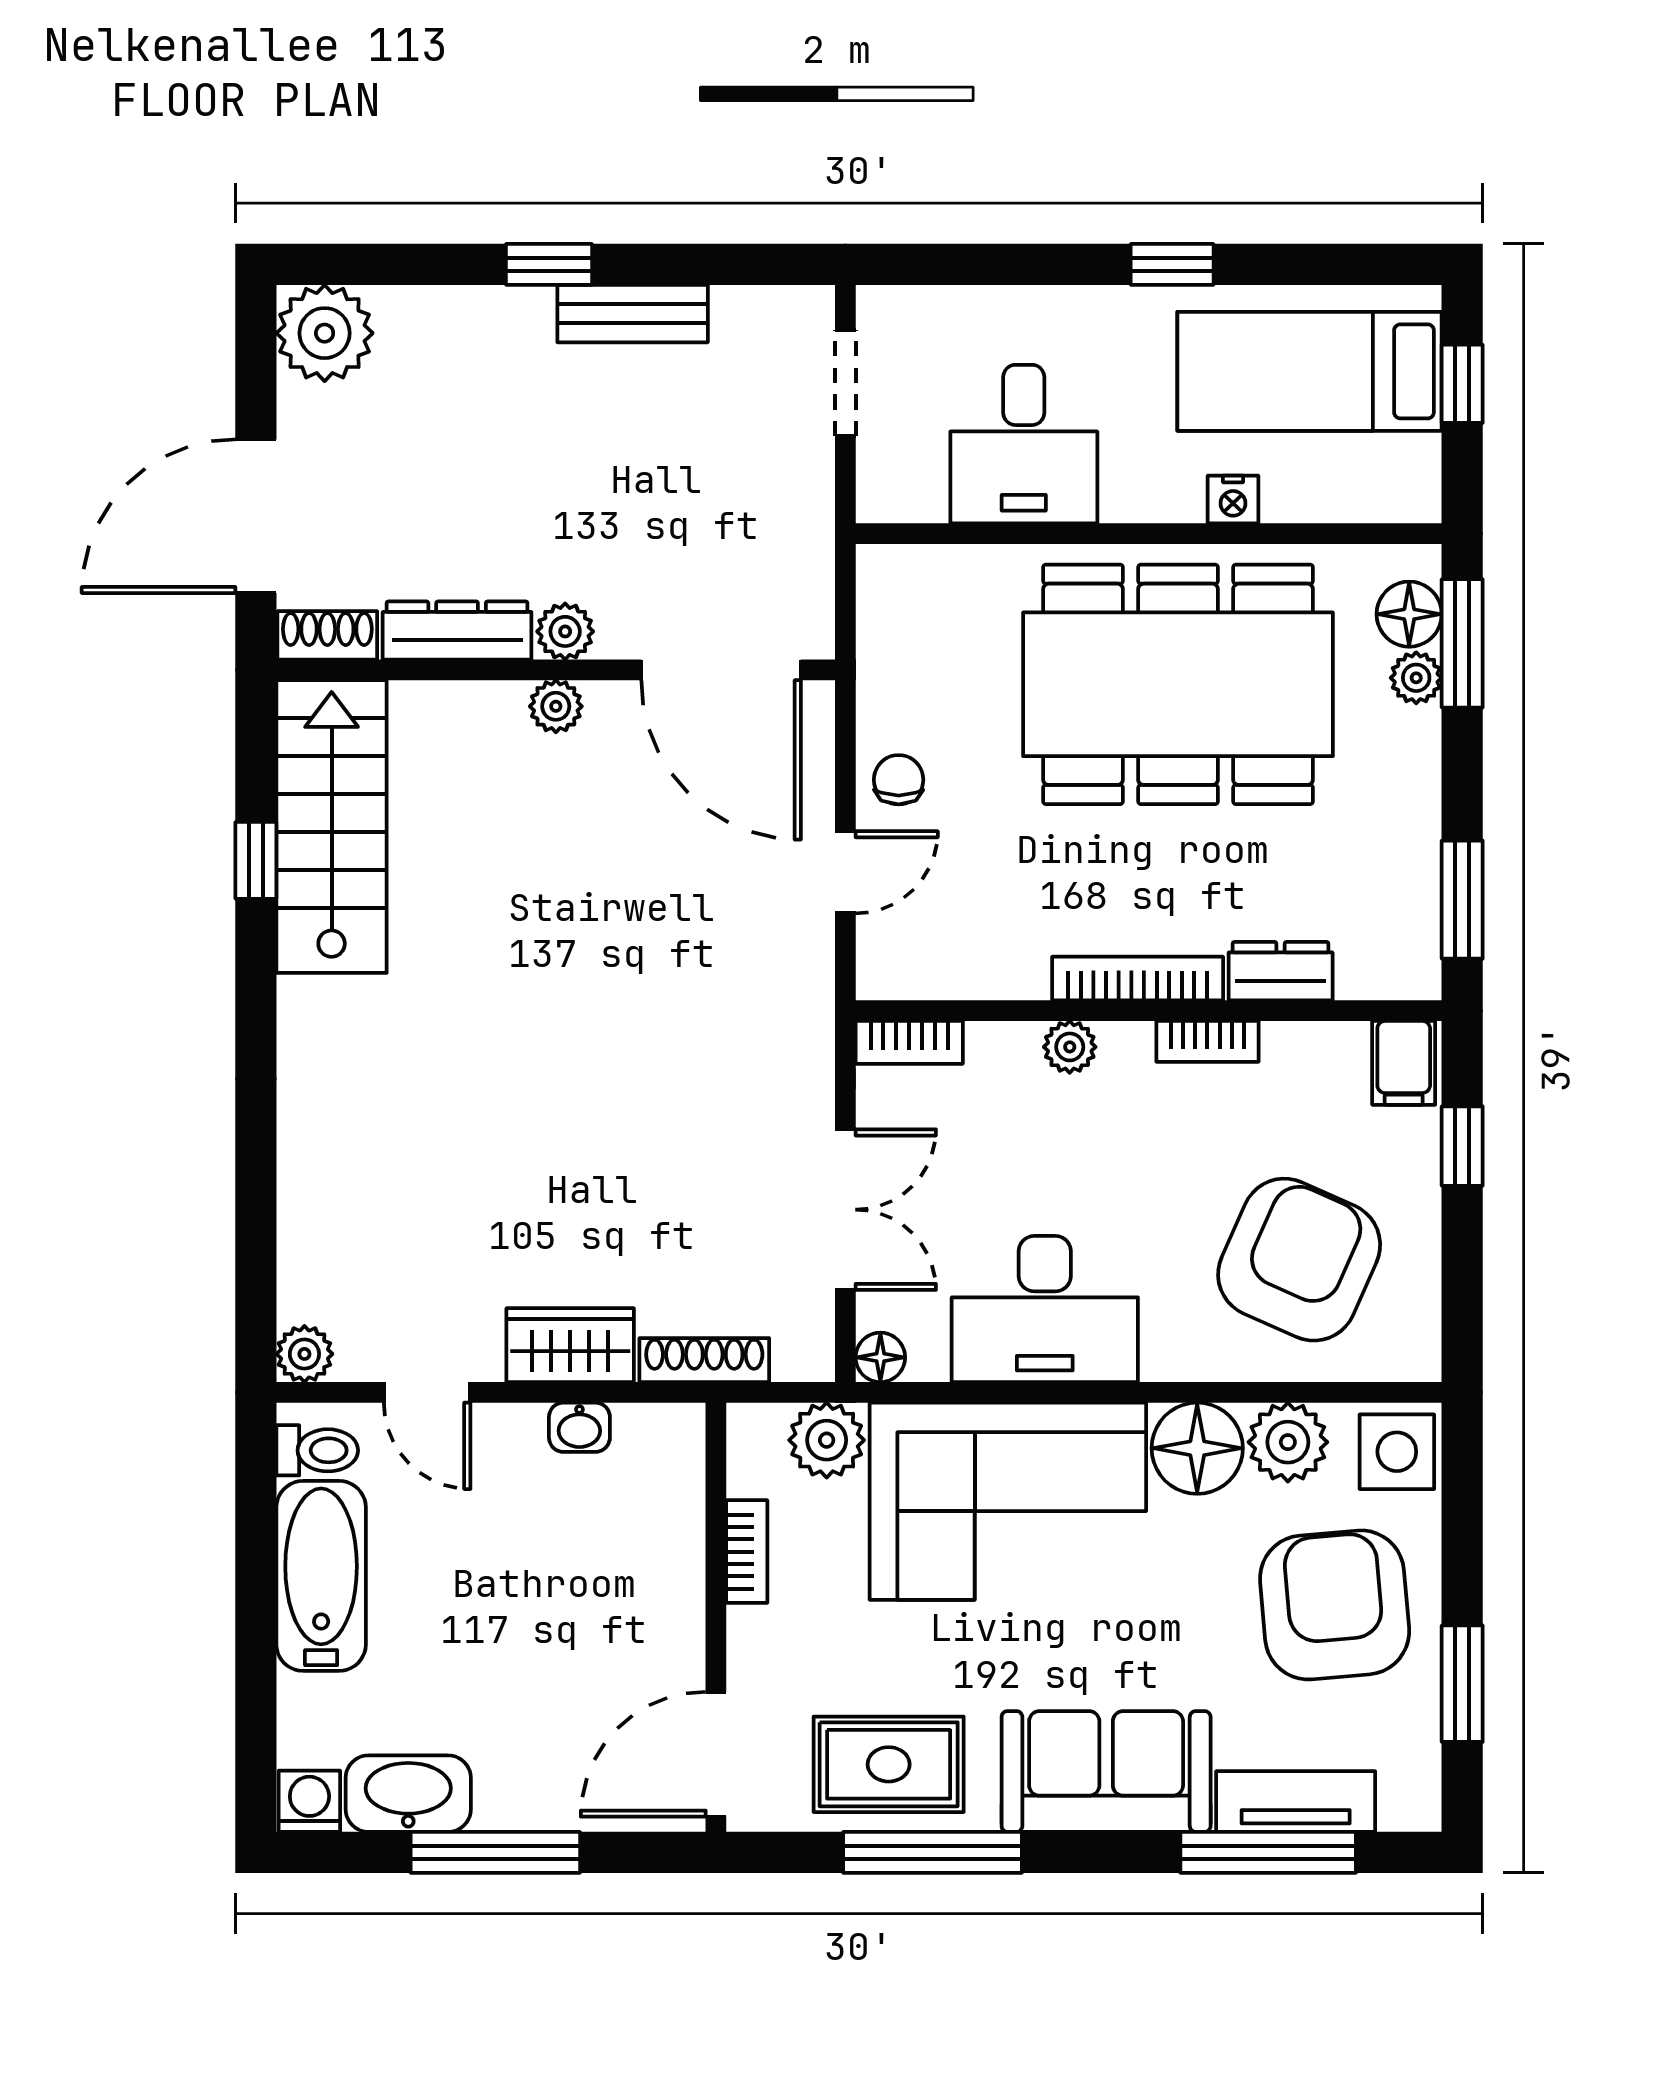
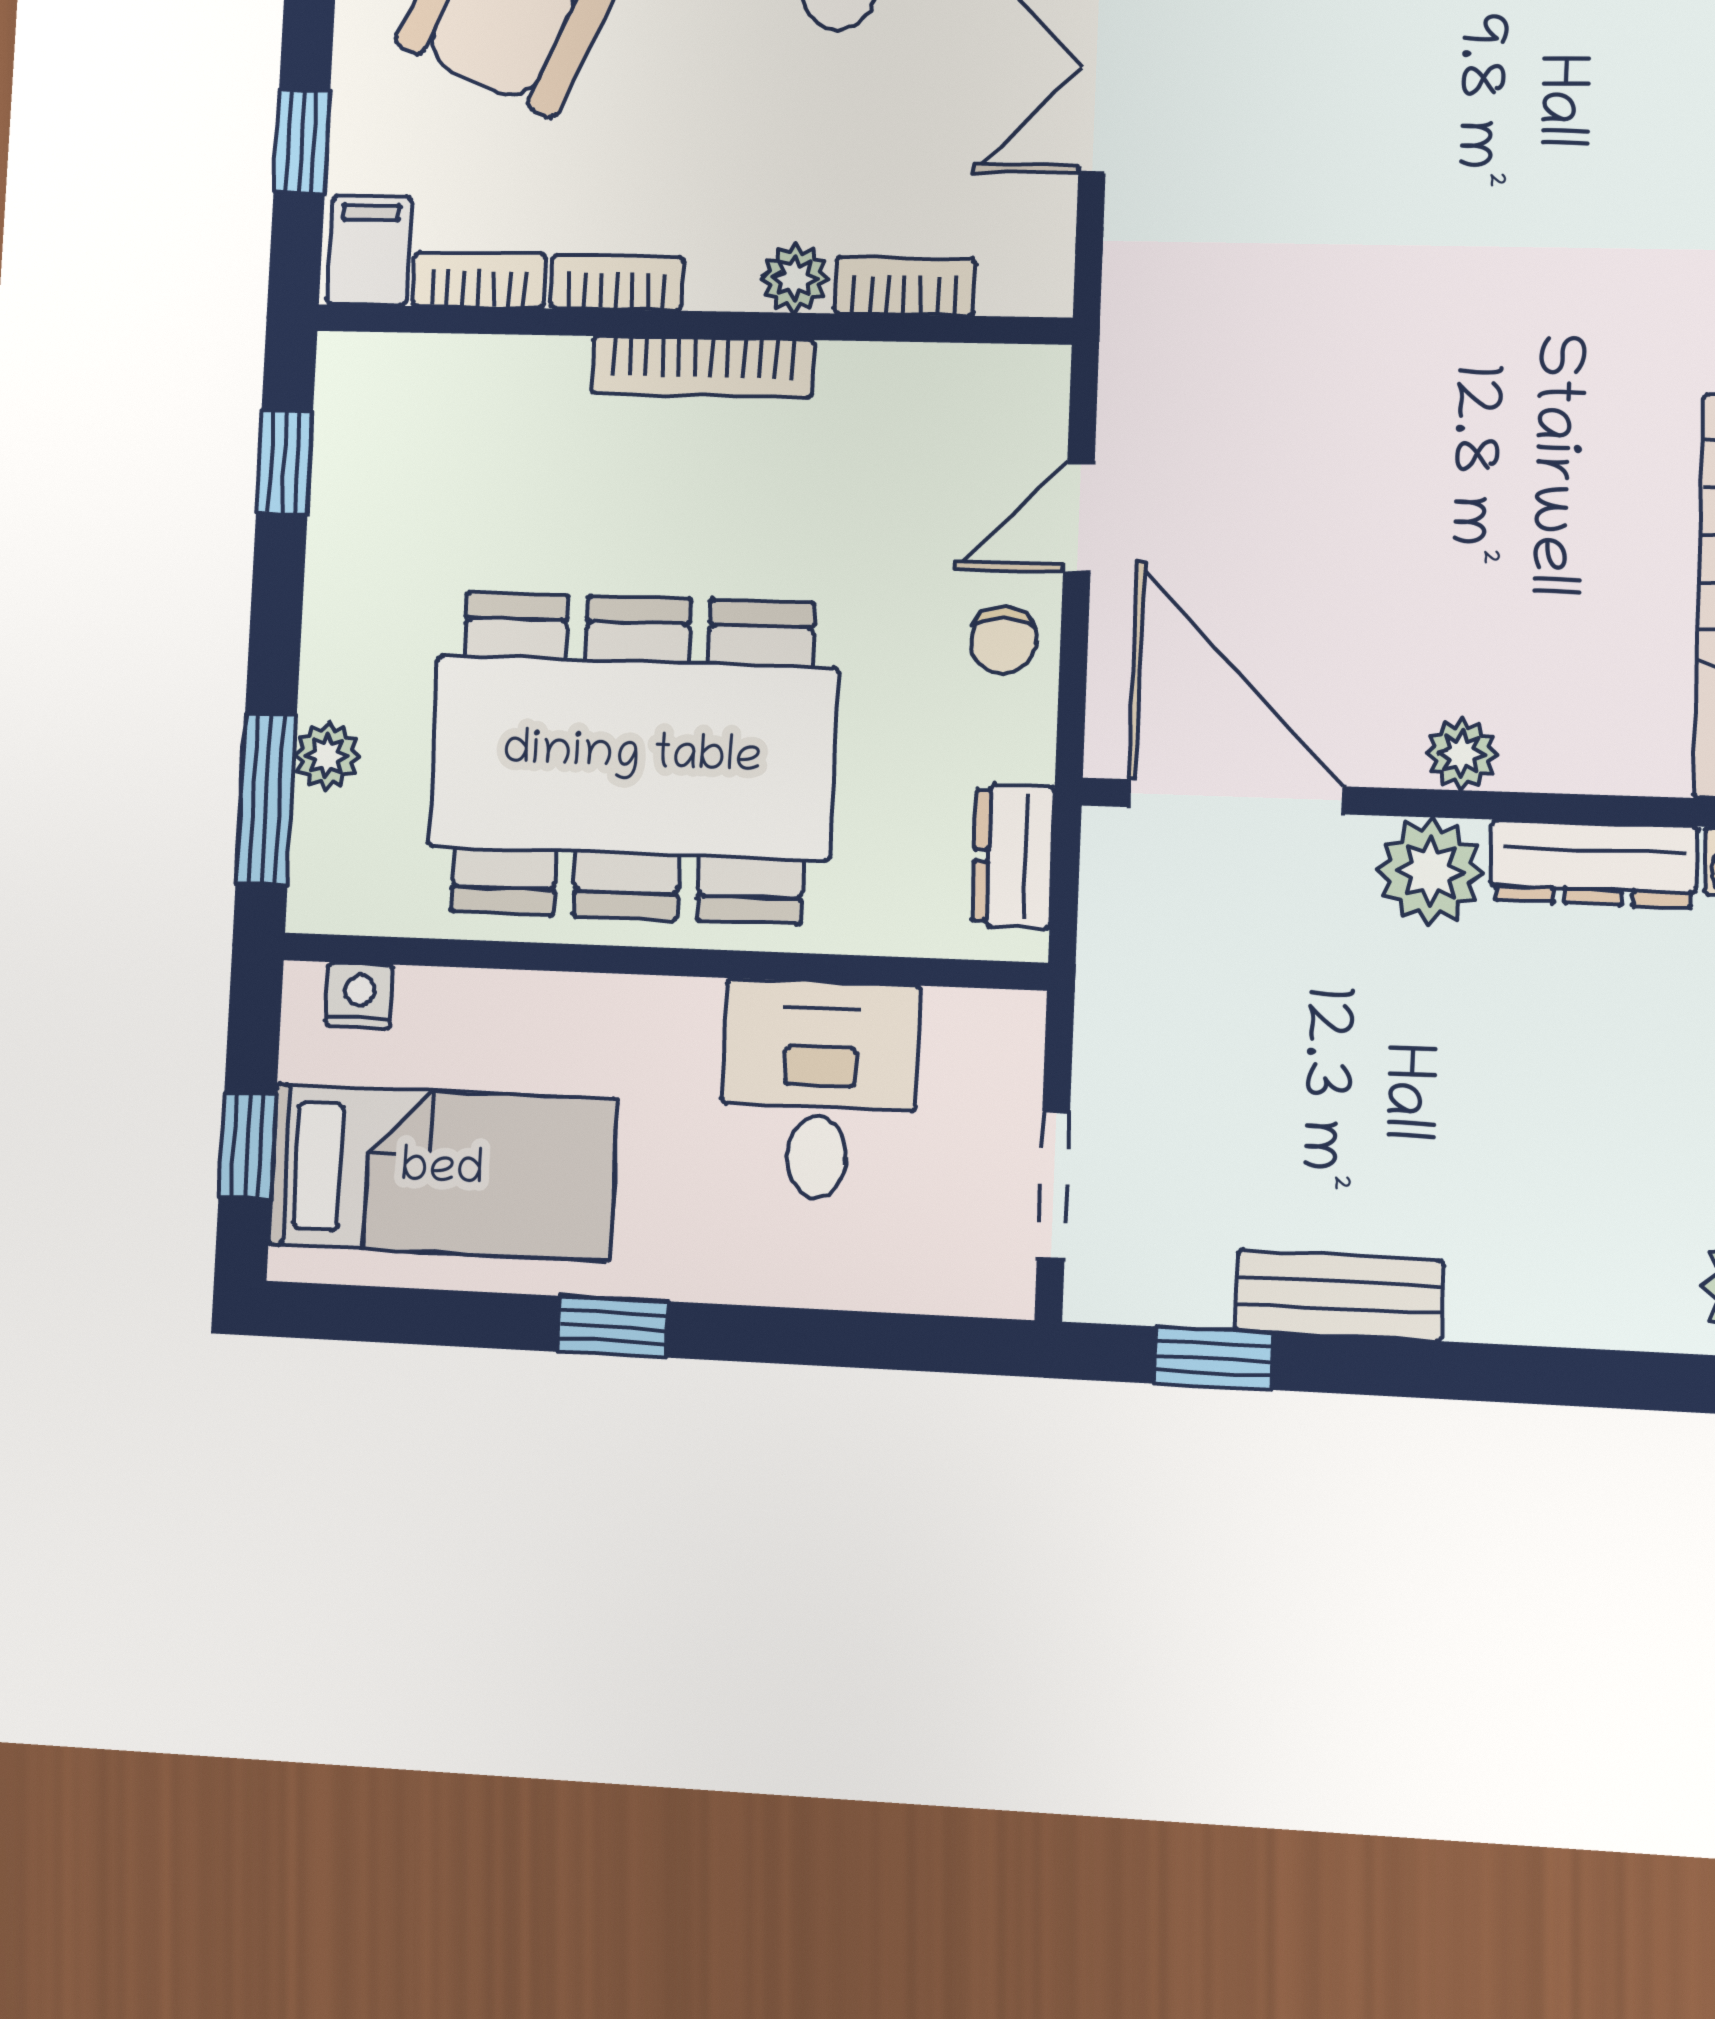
window: (549, 264) -> (1213, 1358), moved
nightstand: (1233, 500) -> (359, 995), moved
floor lamp: (1409, 614) -> (331, 841), removed
plant: (565, 631) -> (1430, 871), width x1.38, depth x1.38
window: (1462, 900) -> (284, 462), width x0.67
dresser: (1281, 971) -> (1013, 856), moved, turned 90
bookcase: (1315, 1041) -> (479, 280), added
bookcase: (909, 1042) -> (905, 286), moved

